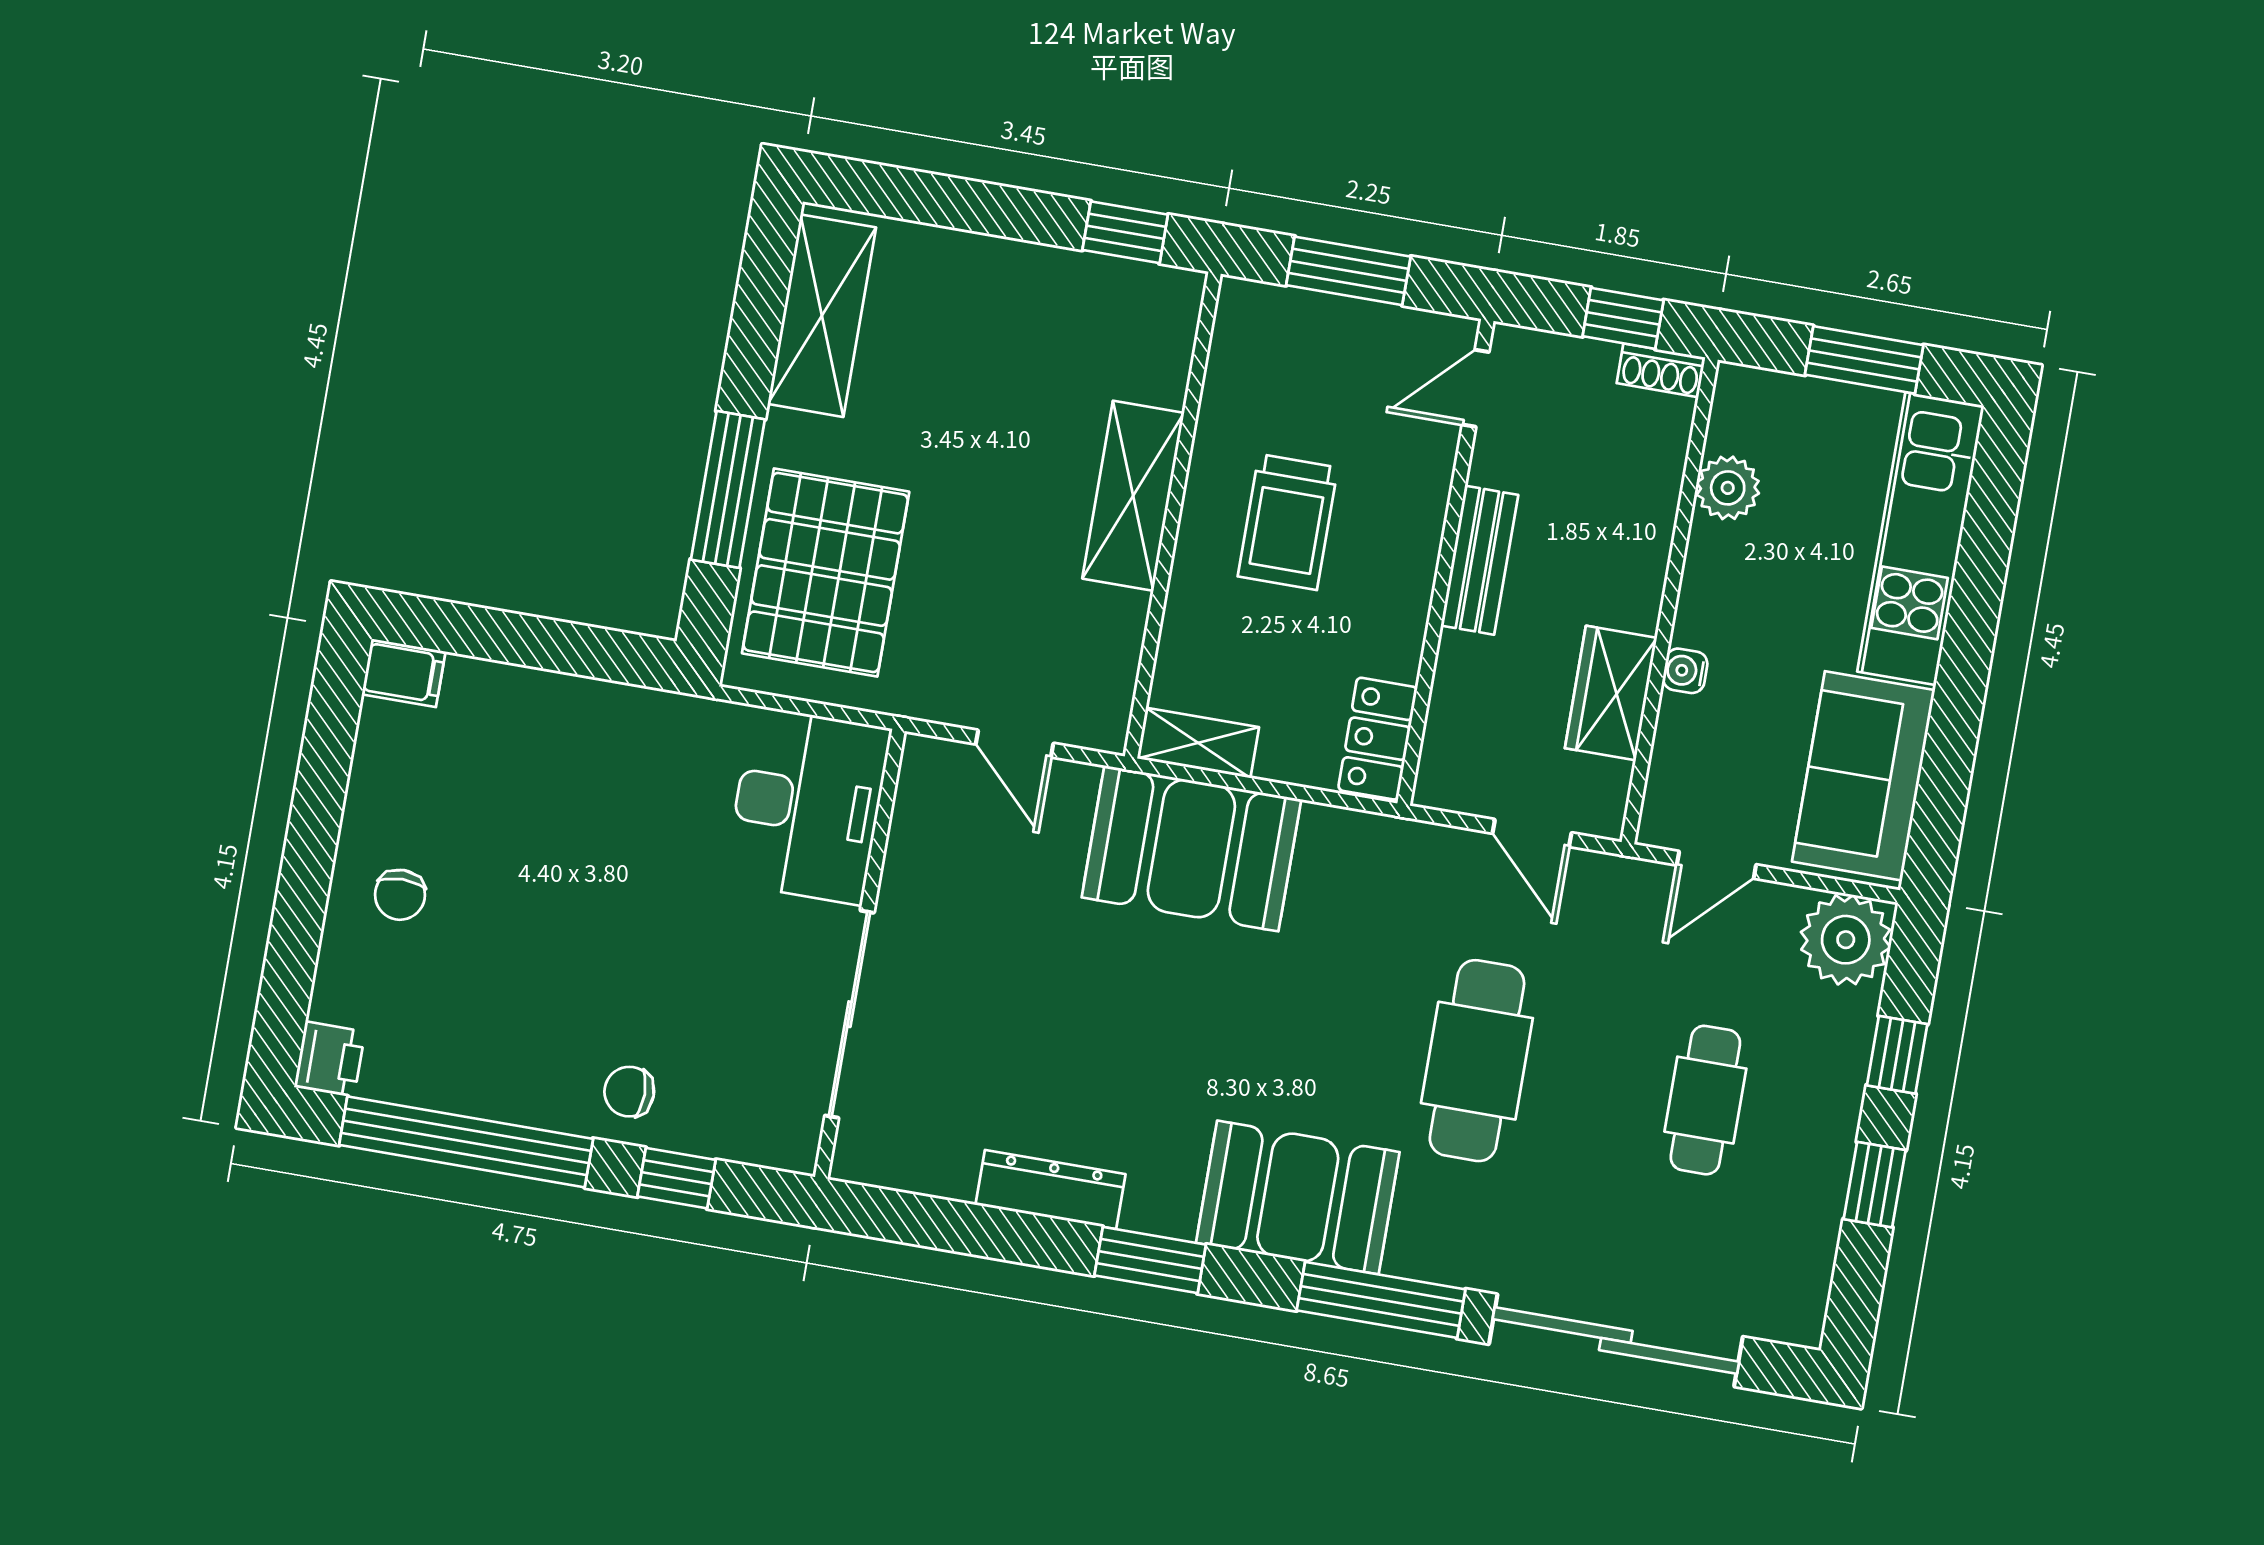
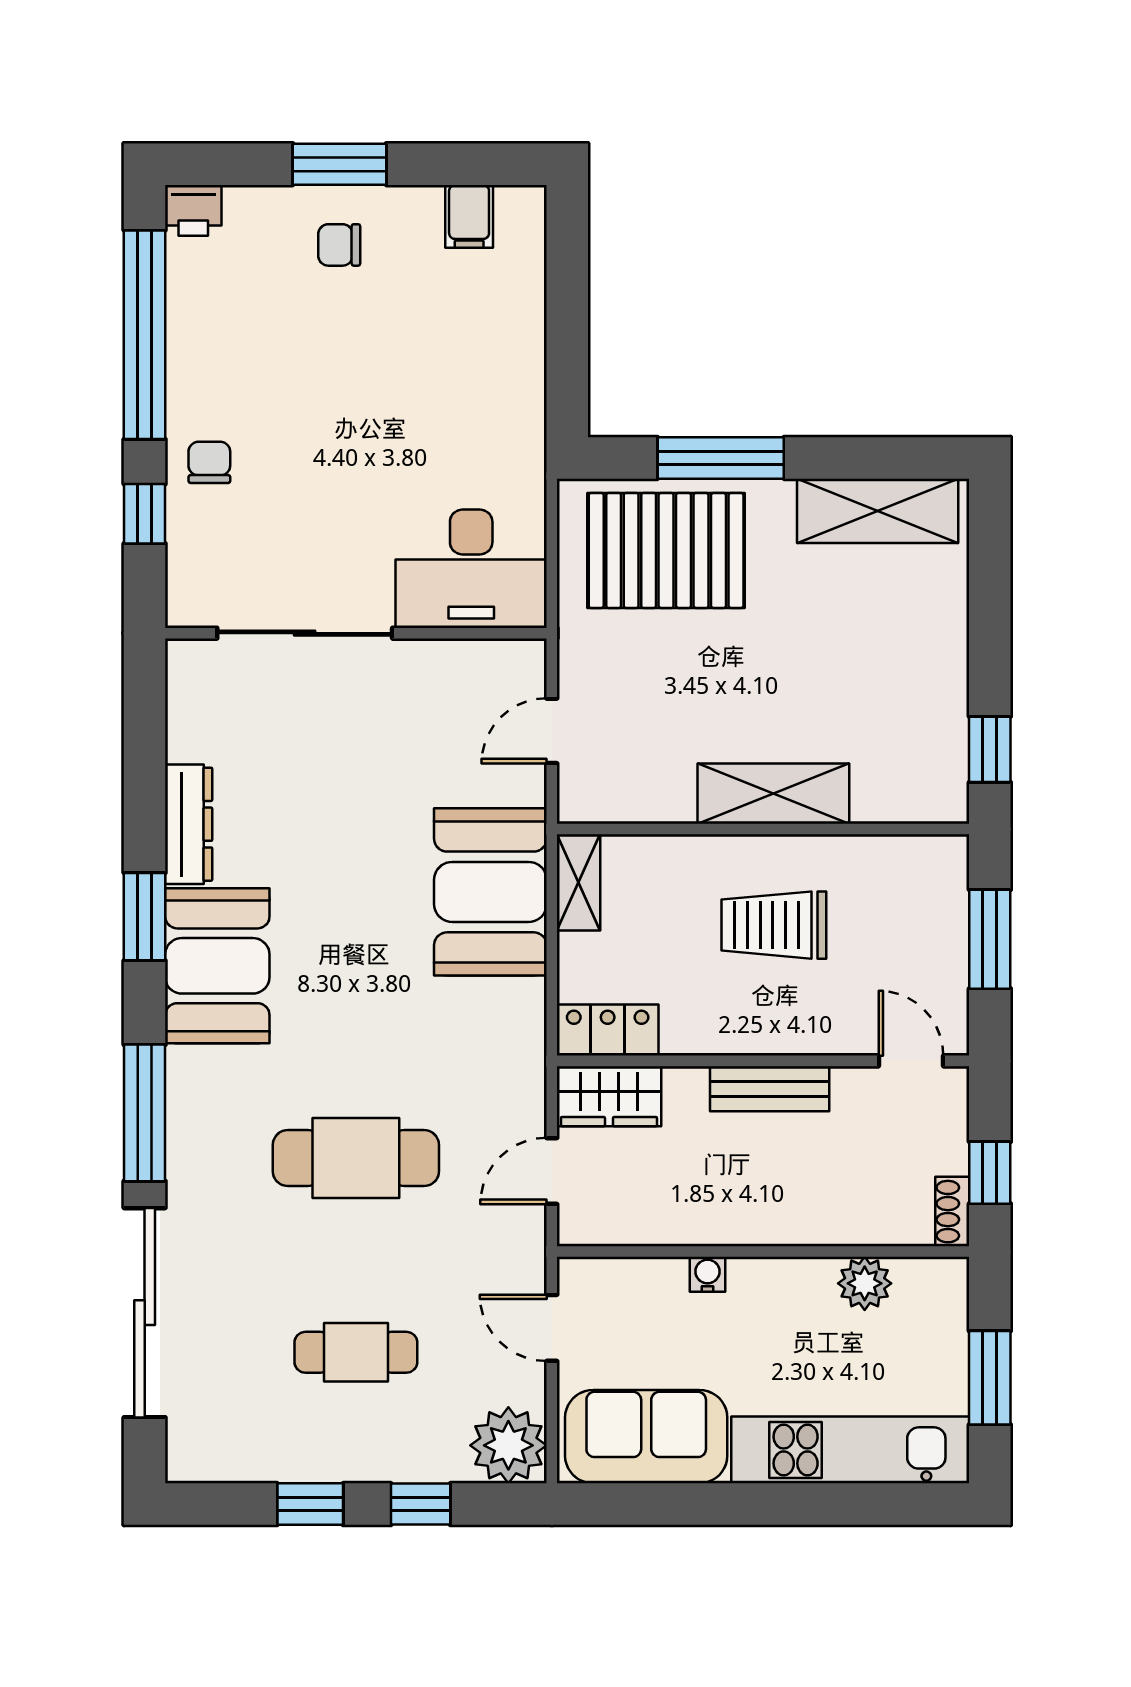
filing cabinet: (404, 673) -> (469, 216), moved
wardrobe: (1611, 693) -> (609, 1096), moved, turned 180
window: (305, 878) -> (339, 164), added
booth: (1298, 1197) -> (217, 966), moved

